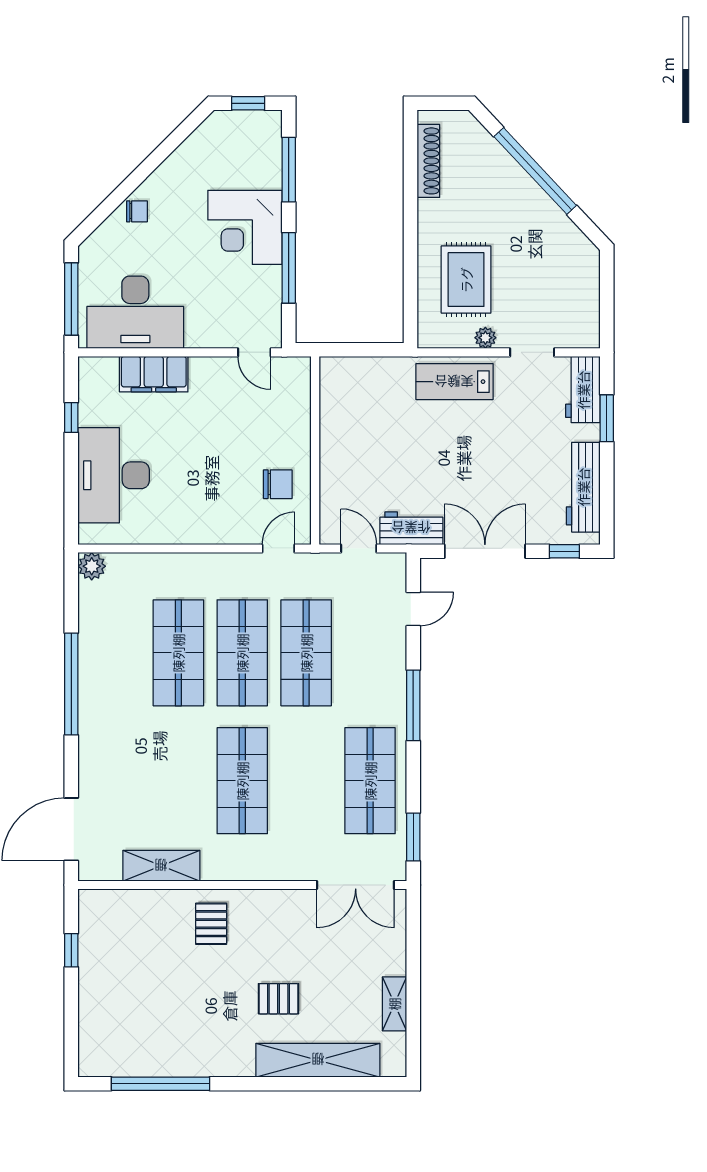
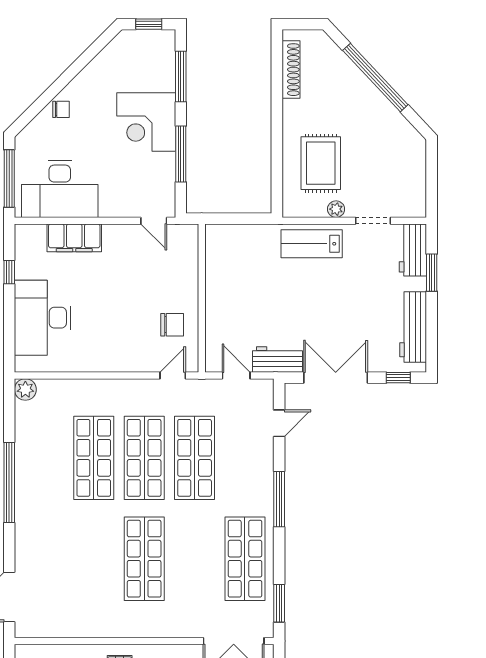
shelving: (161, 866) -> (80, 626), removed

